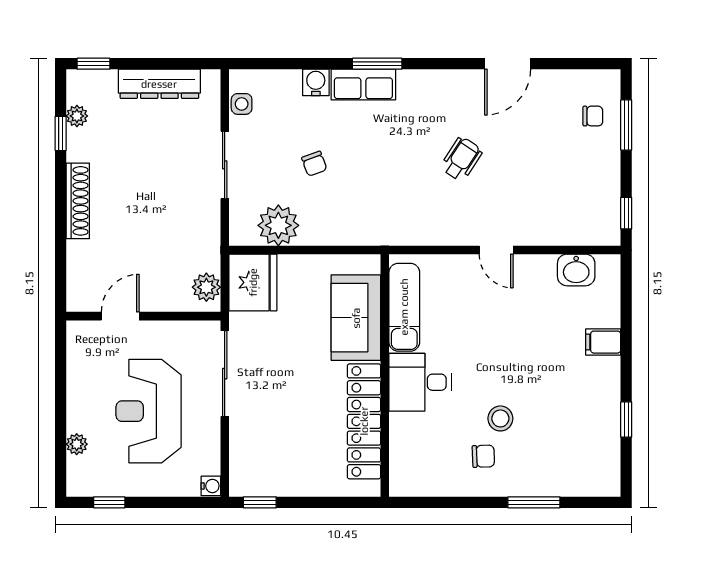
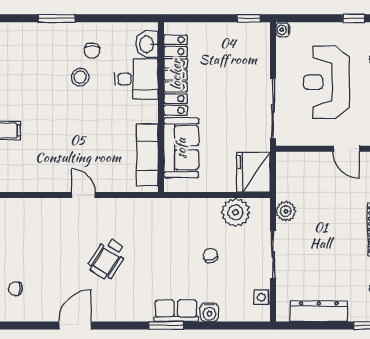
wheelchair: (461, 159) -> (107, 259), width x1.36, depth x1.37
washbasin: (576, 270) -> (147, 44), moved, turned -90
plant: (206, 287) -> (286, 211), moved
door: (120, 316) -> (346, 149), hinge flipped
desk: (420, 382) -> (136, 79), moved
reception desk: (149, 411) -> (326, 82), turned 180
chair: (483, 456) -> (92, 51), turned -88

